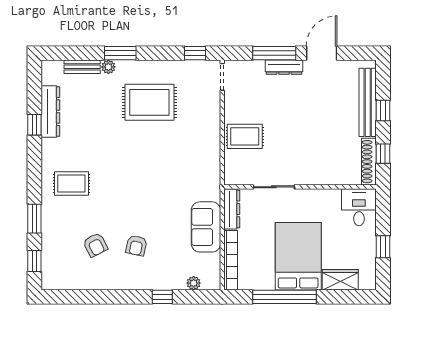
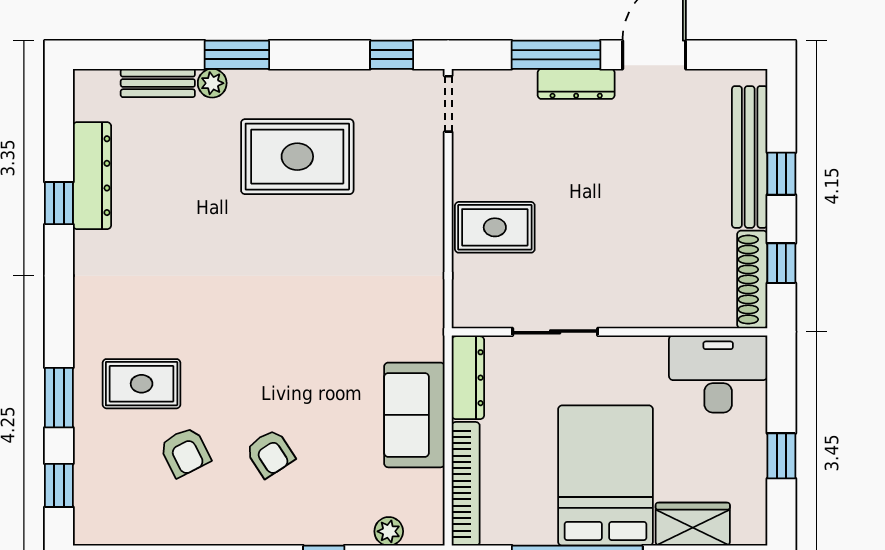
rug: (71, 183) -> (142, 384), moved
desk: (359, 207) -> (718, 374), width x1.37
armchair: (136, 246) -> (270, 453), turned -45

